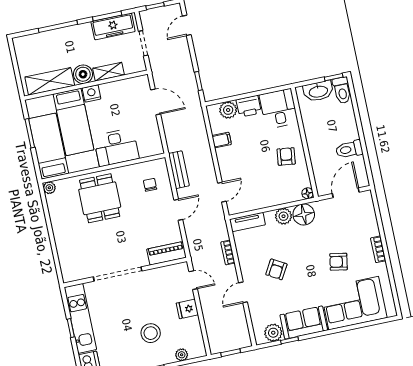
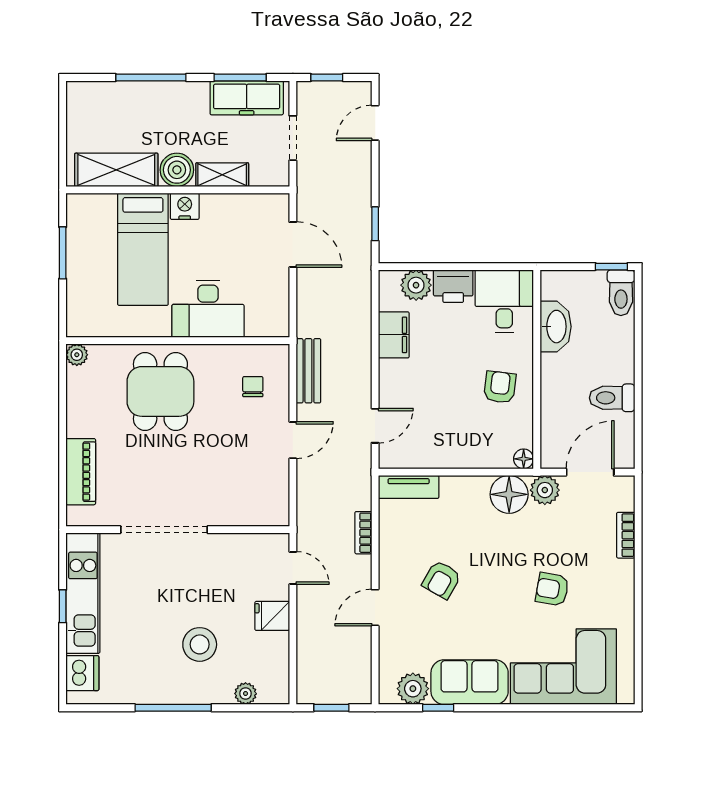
washbasin: (318, 91) -> (556, 327), moved, turned -90
filing cabinet: (222, 140) -> (394, 335), width x2.00
bed: (49, 146) -> (91, 282), removed
plant: (284, 216) -> (545, 490), moved
bookcase: (378, 249) -> (626, 535), moved
piano: (167, 253) -> (81, 472), moved, turned 90

